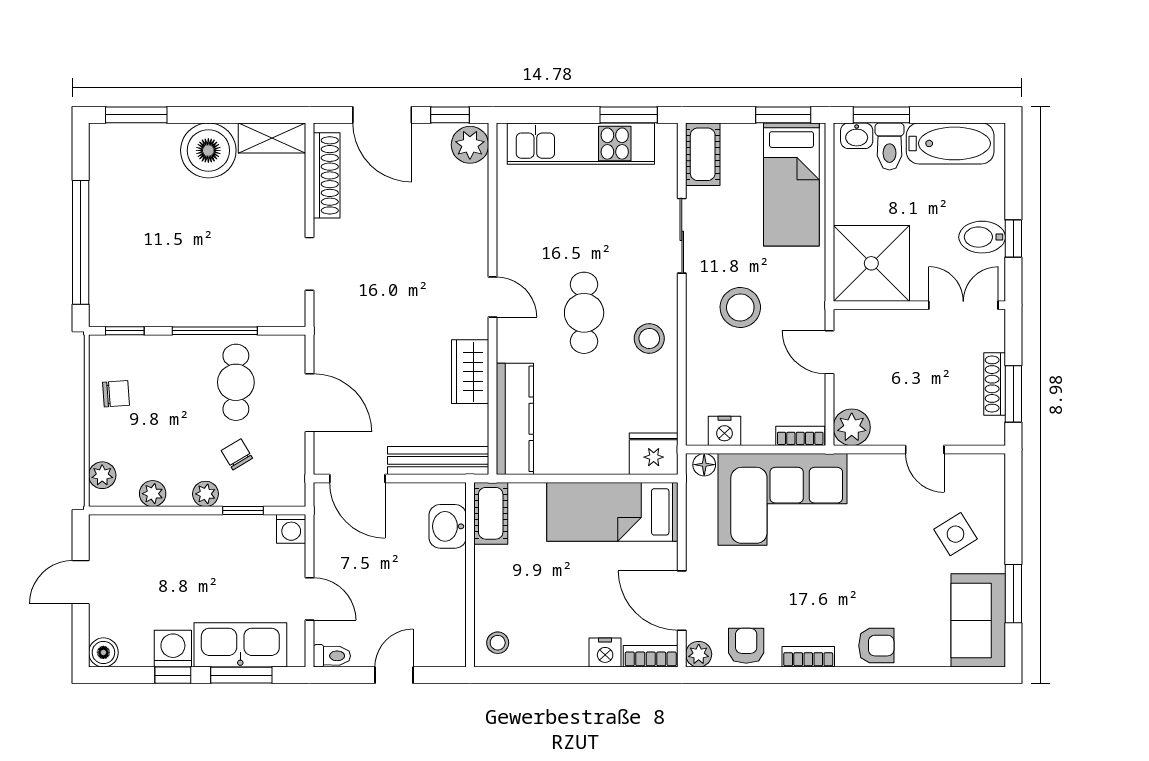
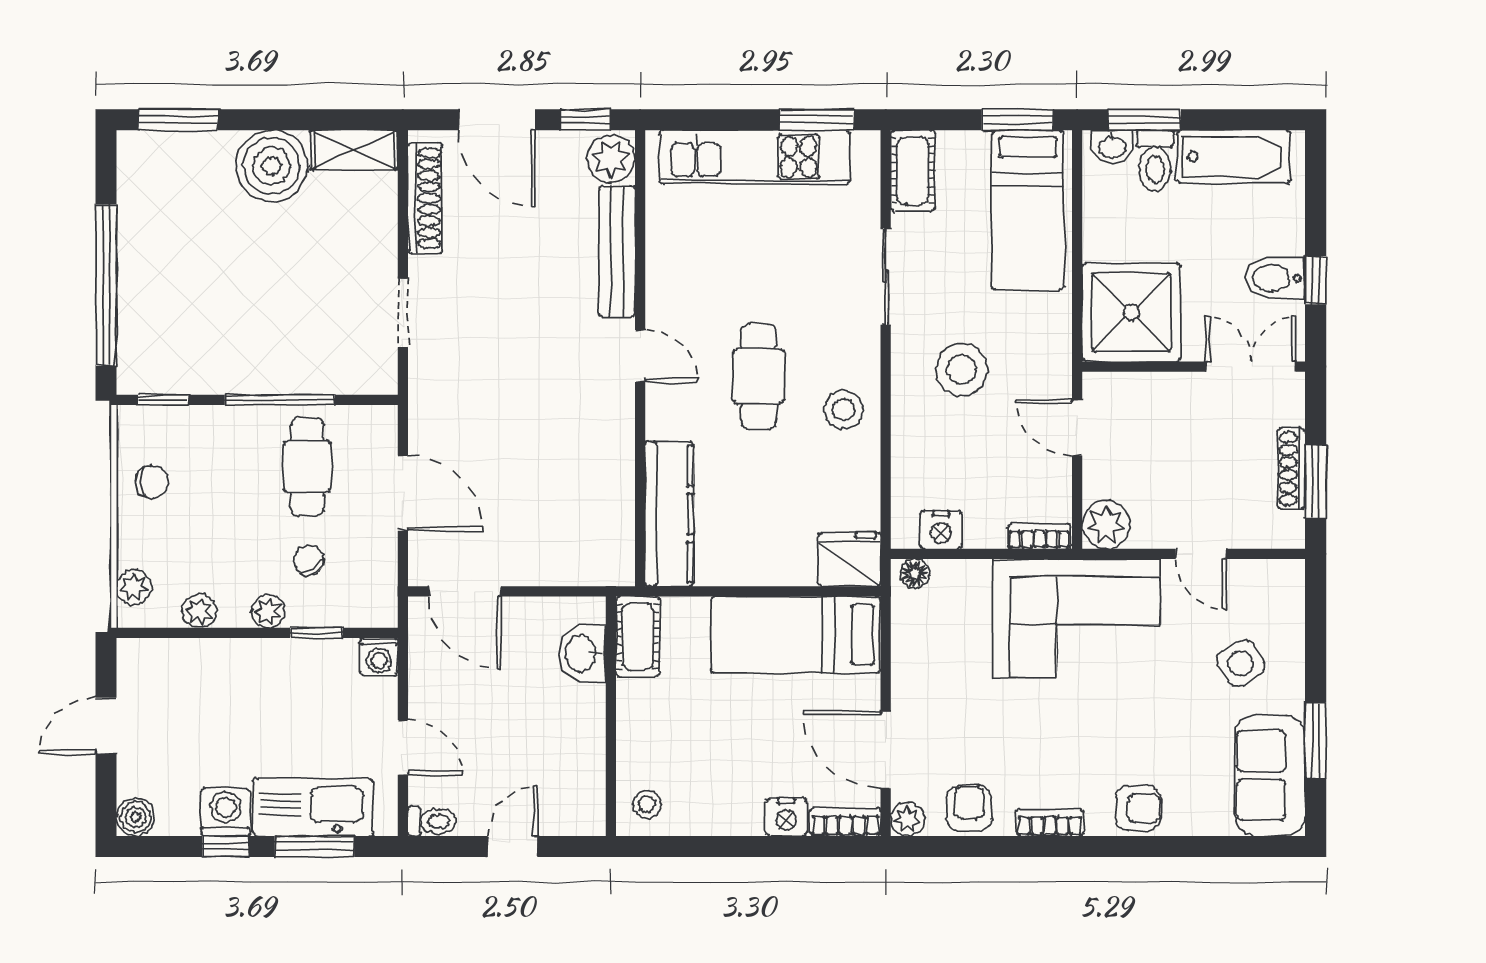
wardrobe: (470, 372) -> (611, 453), removed
bench: (438, 460) -> (617, 252), moved, turned 90
corner sofa: (782, 499) -> (1077, 618), moved

